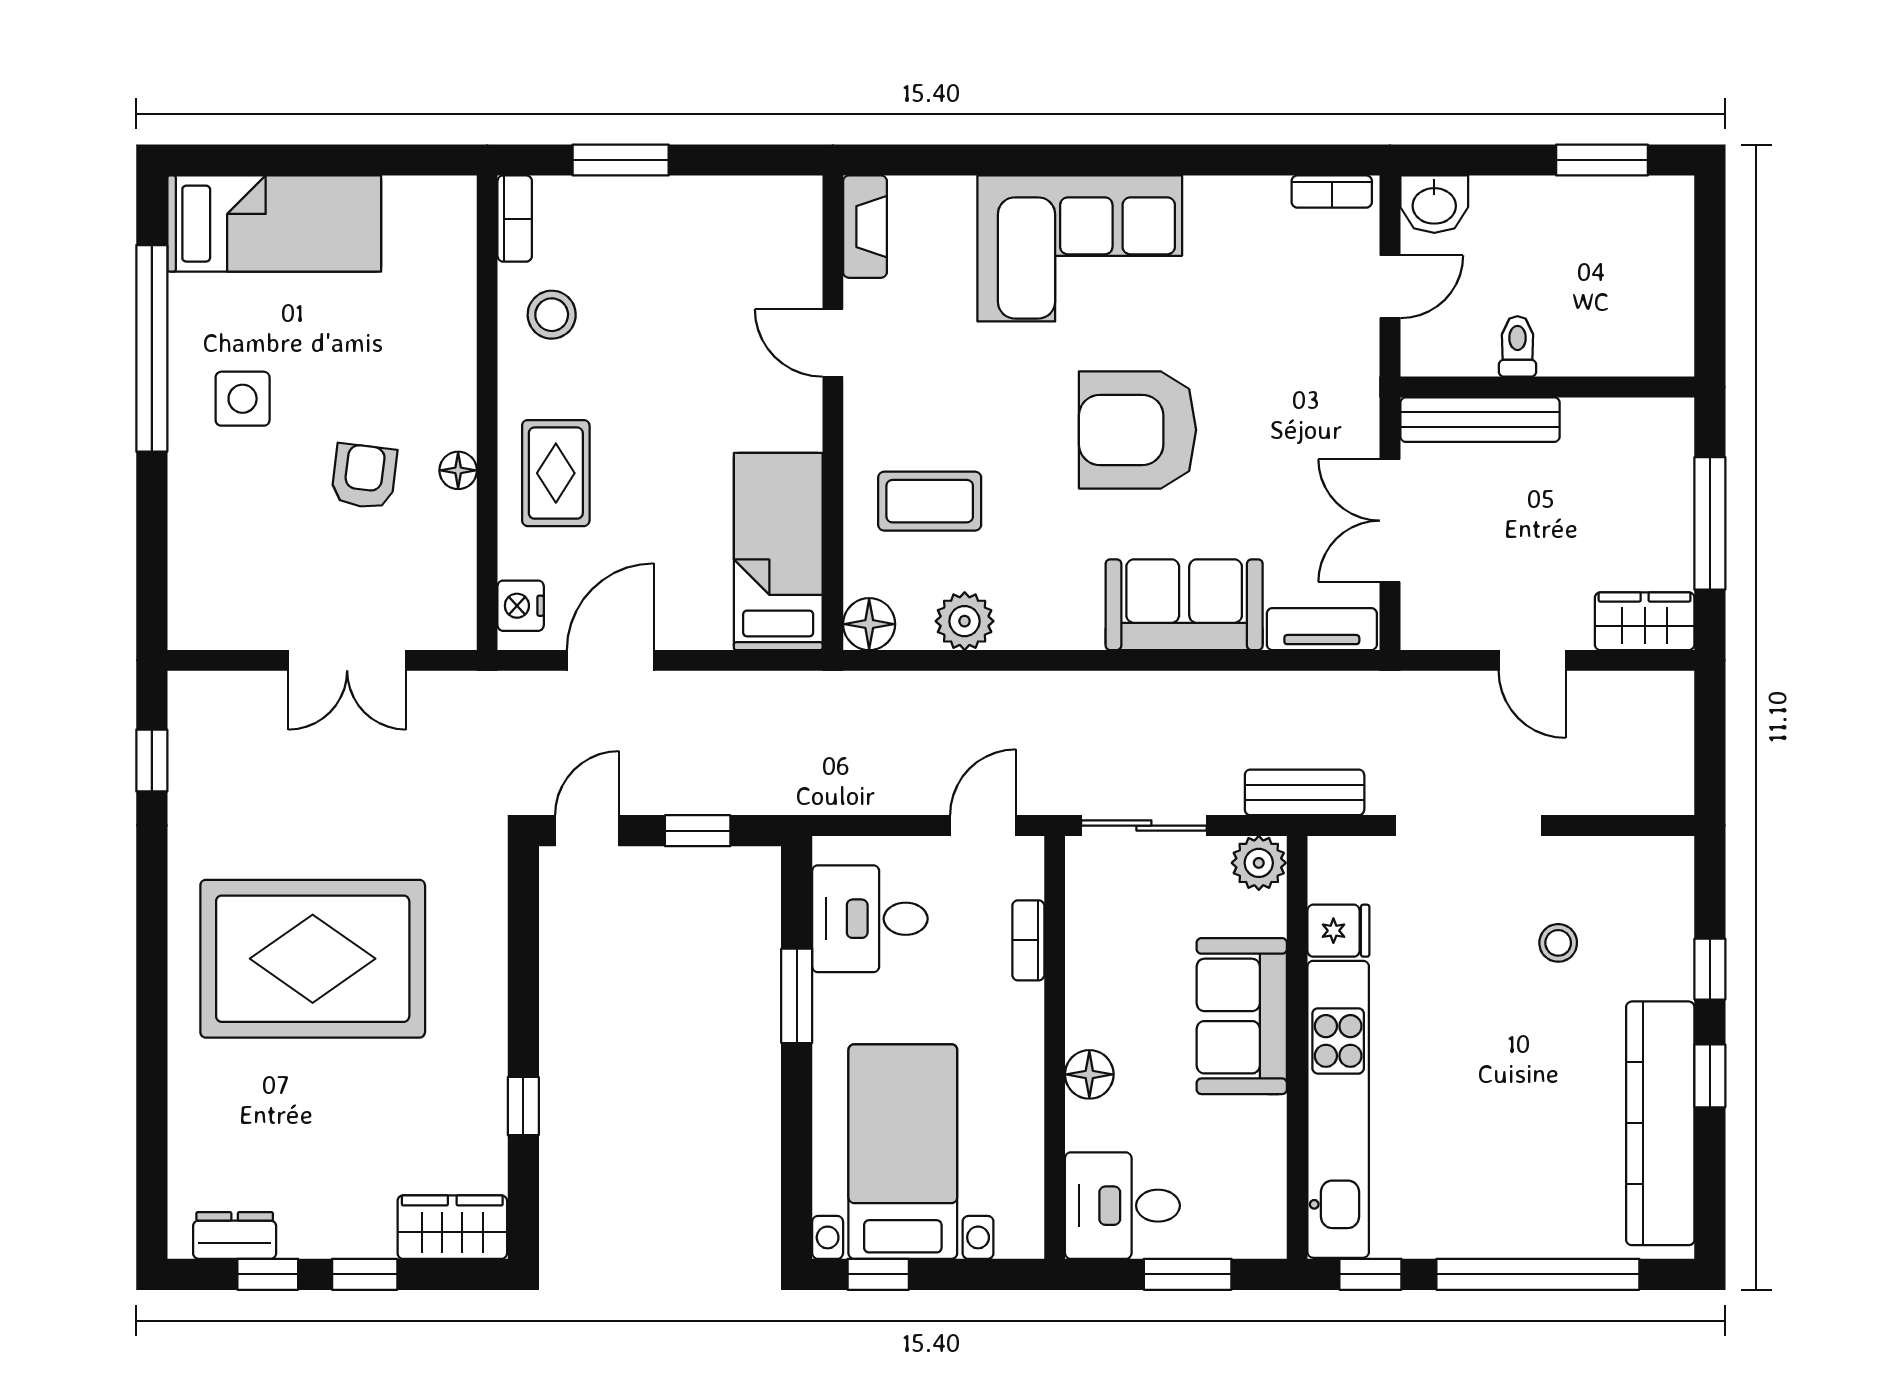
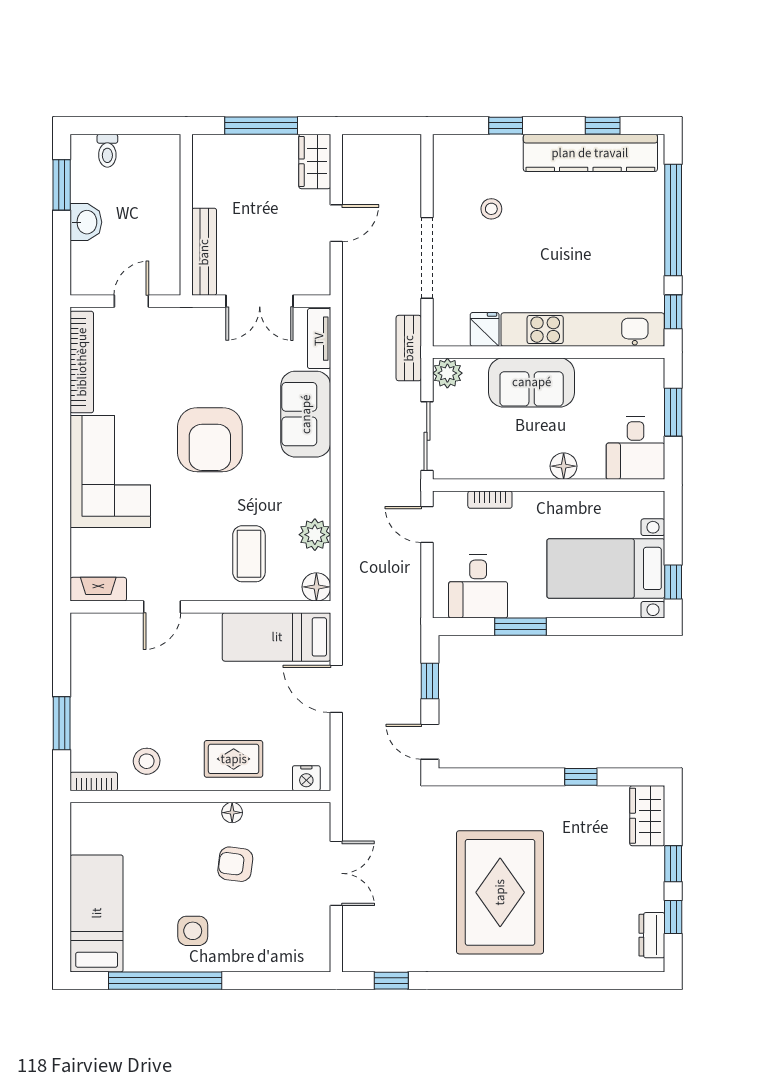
bookcase: (1332, 192) -> (82, 362), width x2.31, depth x1.31
washbasin: (1434, 204) -> (86, 222), moved
door: (1390, 287) -> (131, 301), hinge flipped
toilet: (1517, 346) -> (107, 151), moved, turned -90
door: (610, 660) -> (336, 689), moved
window: (1710, 1076) -> (603, 126), moved

